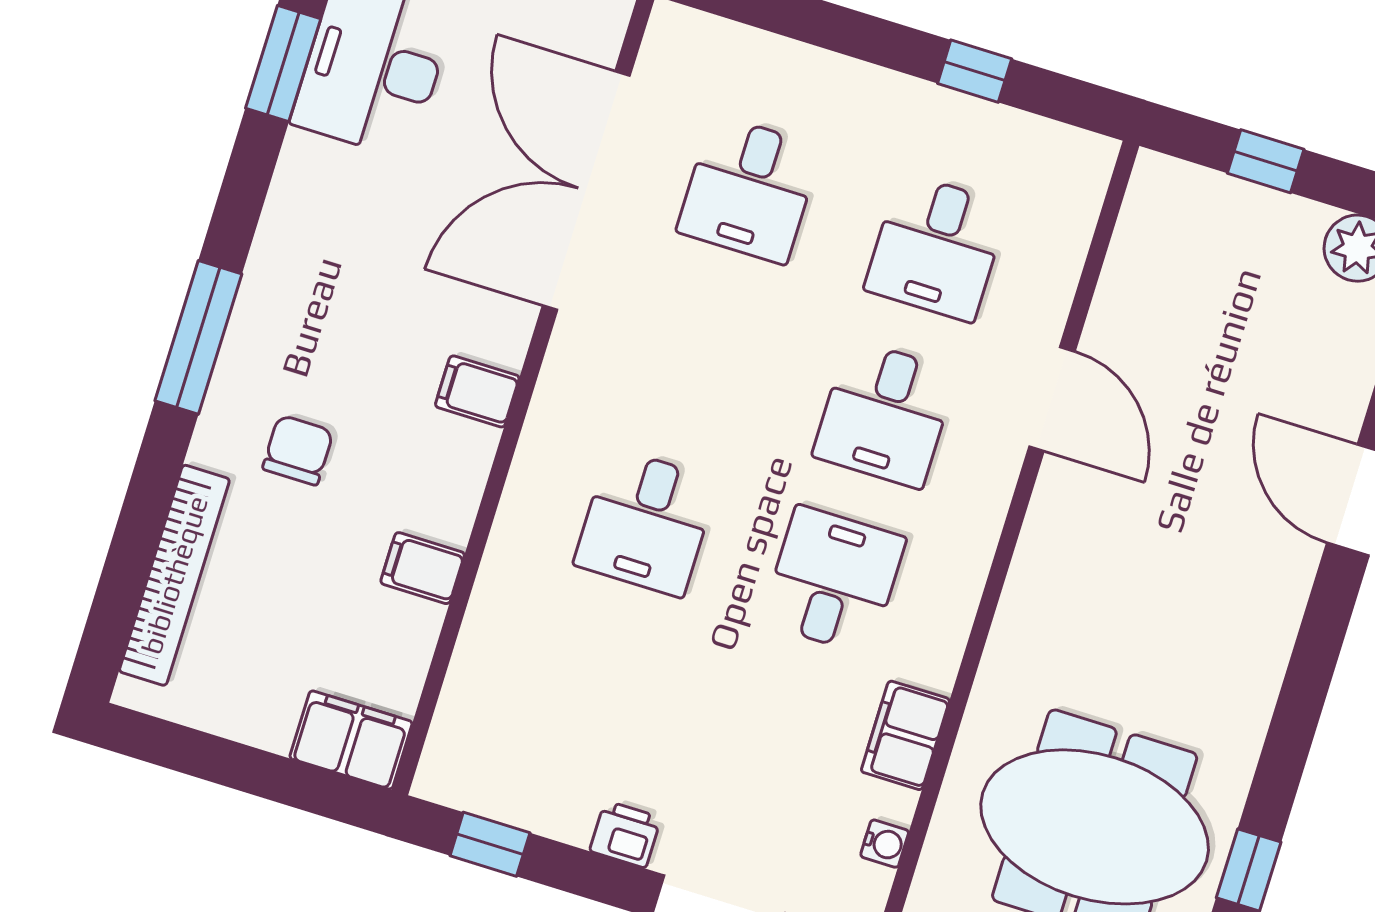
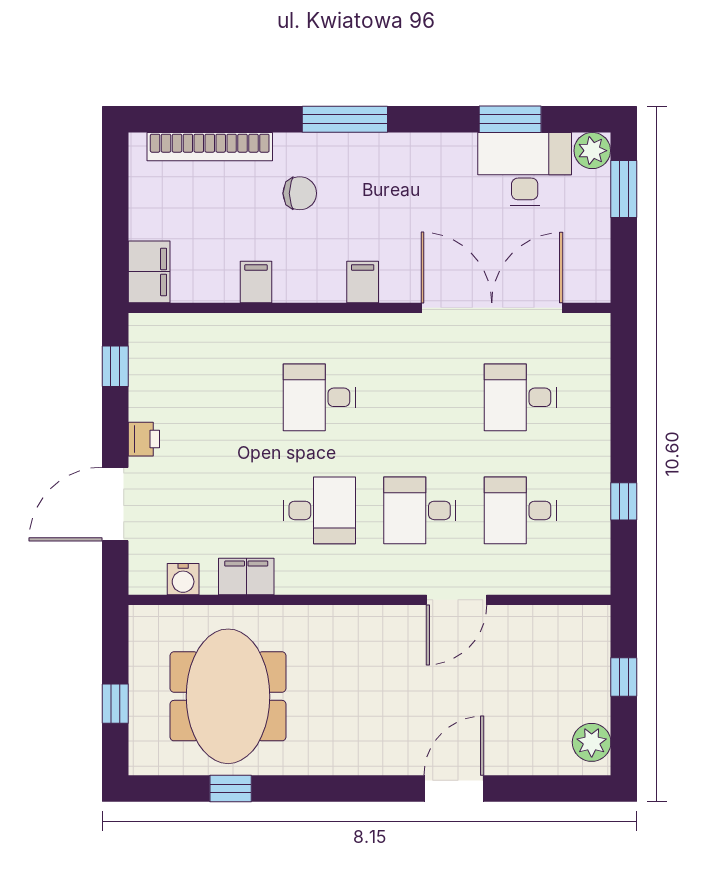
water cooler: (885, 844) -> (183, 579), width x1.38, depth x1.38

